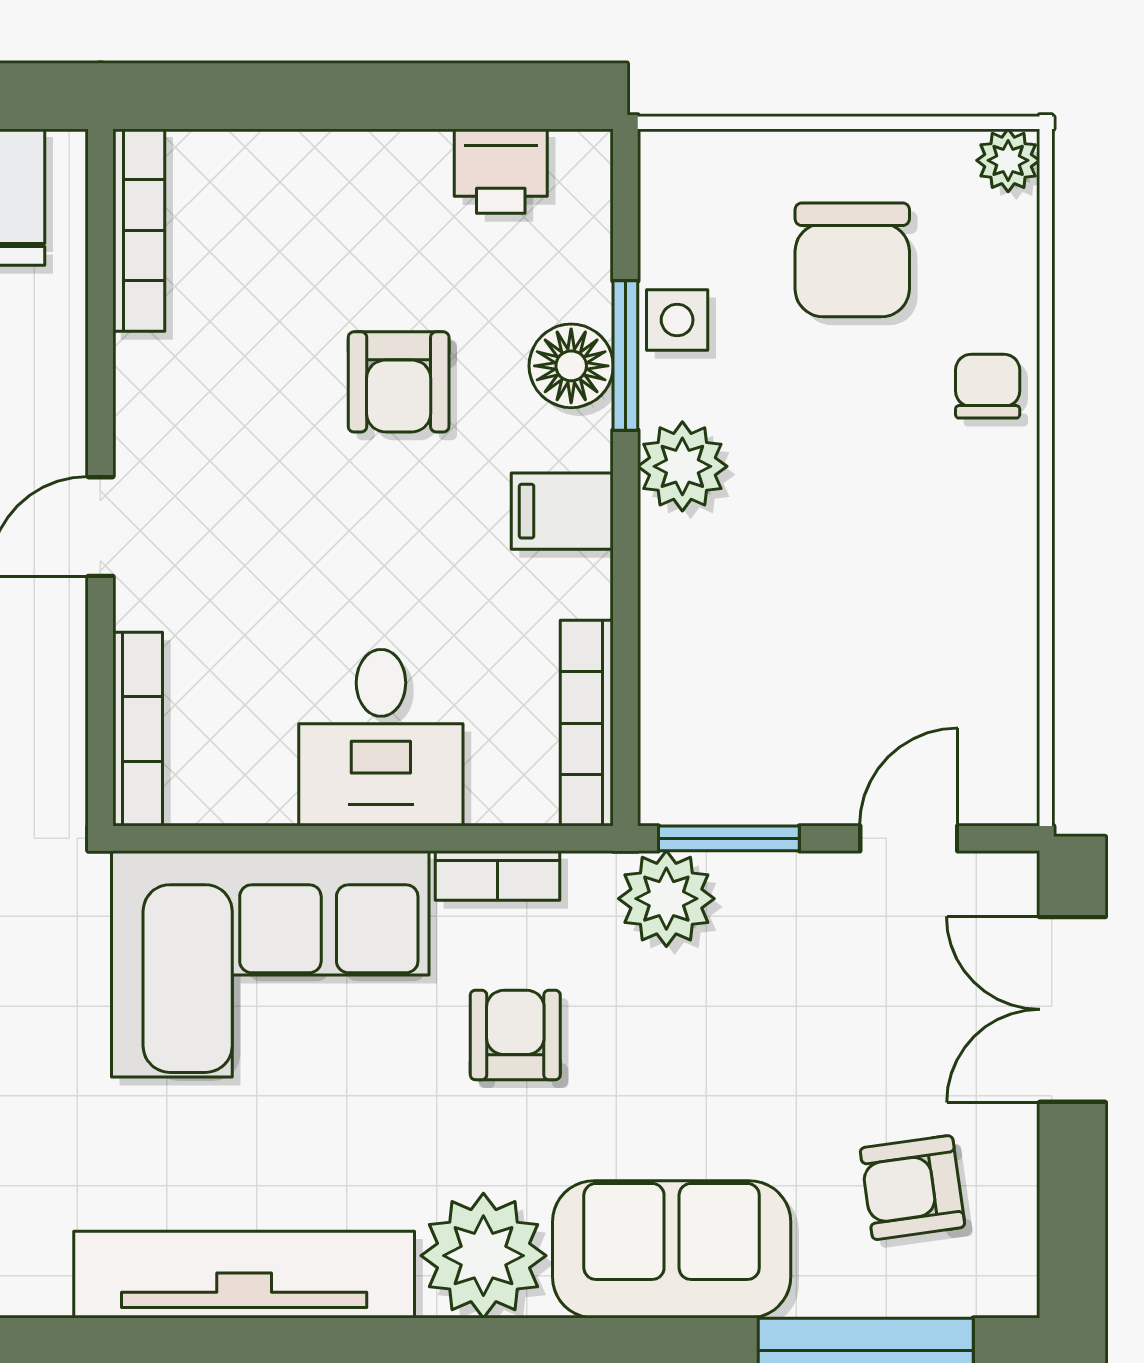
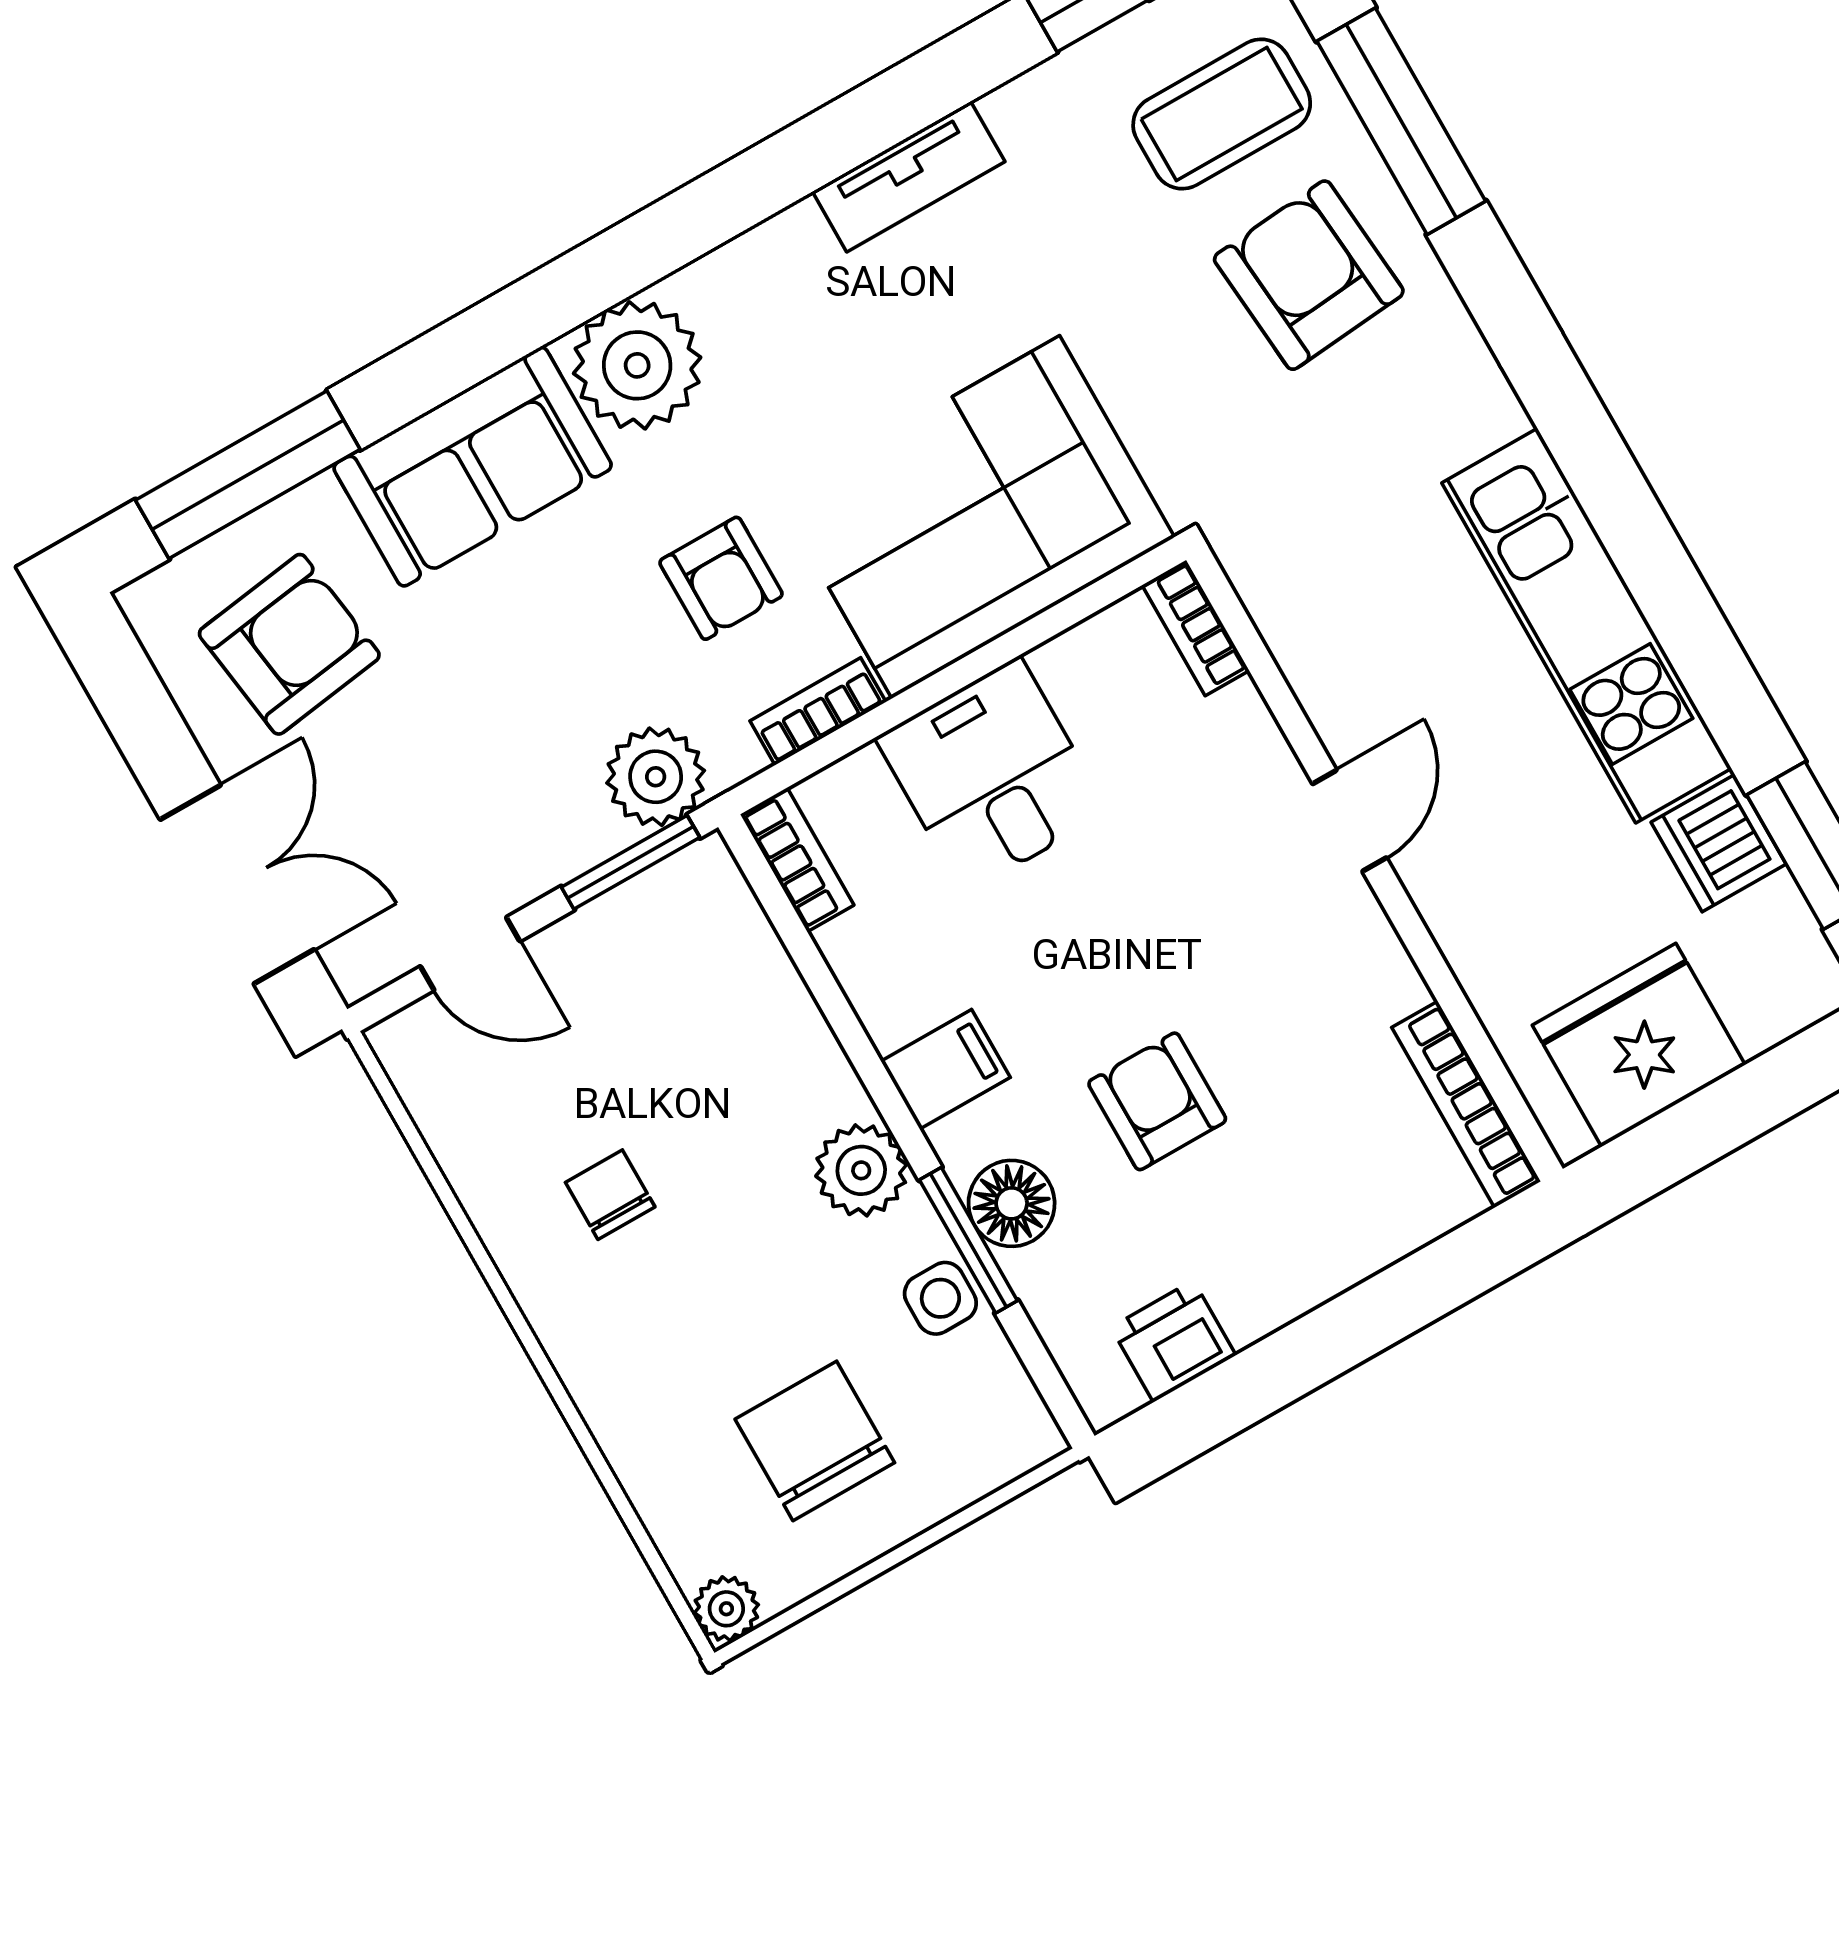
chair: (988, 386) -> (610, 1195), moved, turned 180
bookcase: (587, 723) -> (797, 860), width x0.64
bookcase: (138, 729) -> (1196, 628), width x0.64
door: (909, 838) -> (470, 954), hinge flipped
armchair: (912, 1188) -> (289, 644), width x1.38, depth x1.38
tv unit: (244, 1275) -> (909, 177), width x0.52, depth x0.78

